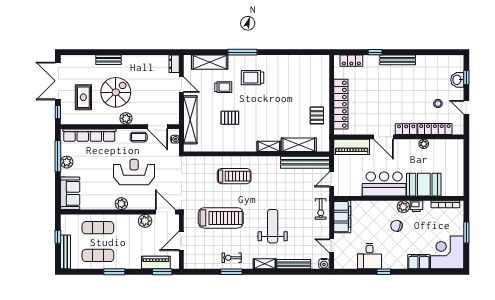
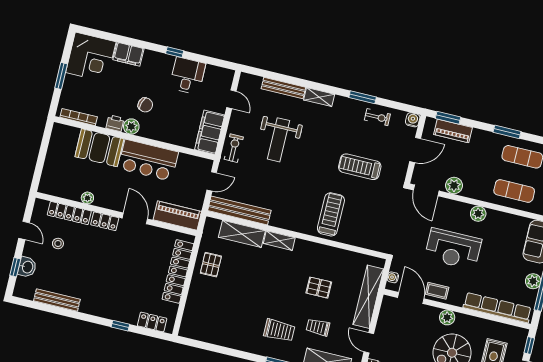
bench: (398, 60) -> (57, 300), moved
treadmill: (234, 176) -> (331, 214), turned 90
treadmill: (221, 218) -> (360, 167), width x0.73, depth x0.73
weight bench: (273, 226) -> (279, 140), moved
exercise bike: (232, 258) -> (377, 117), moved
water cooler: (324, 264) -> (413, 120), moved

